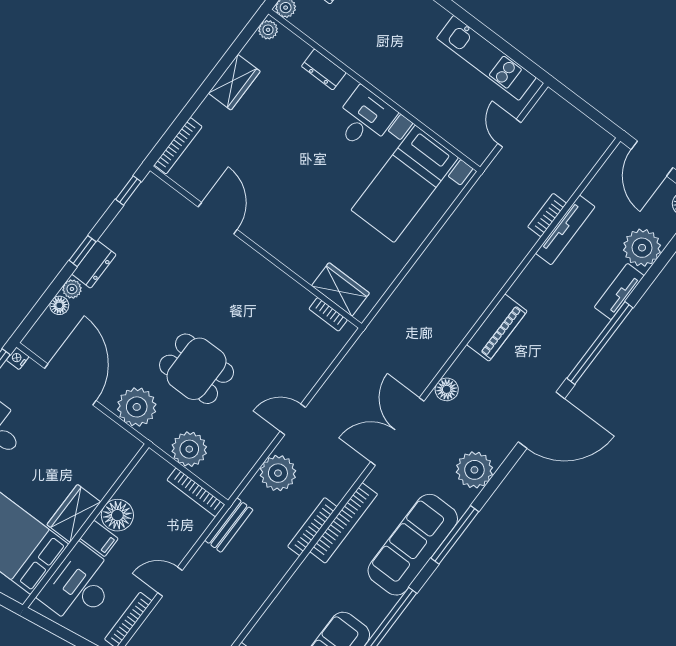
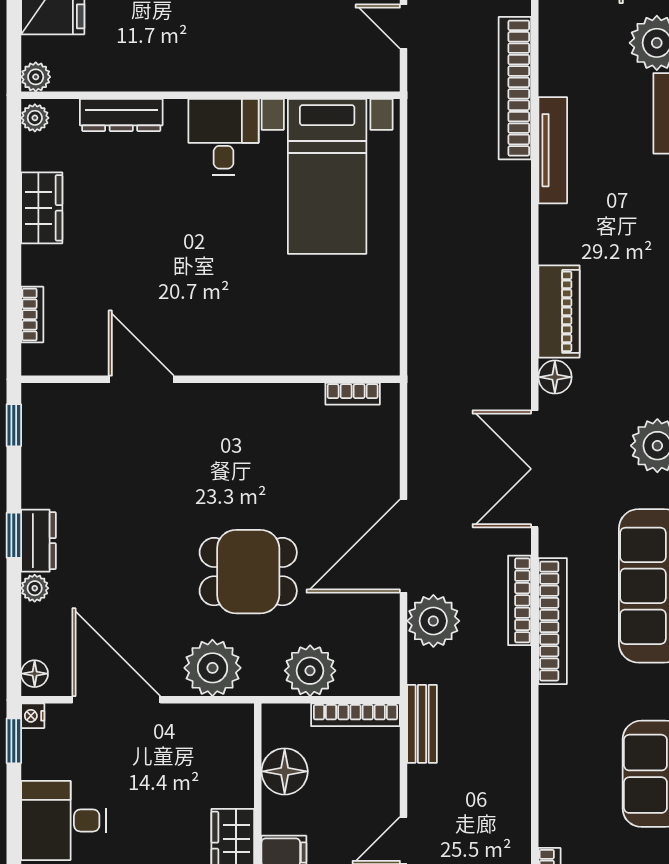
dresser: (324, 69) -> (121, 115), width x1.44
bookcase: (178, 146) -> (32, 315), width x0.64
bookcase: (547, 215) -> (515, 88), width x2.31, depth x1.31
tv unit: (565, 230) -> (553, 150), moved
wardrobe: (340, 289) -> (345, 354), removed
floor lamp: (59, 305) -> (35, 674), moved
piano: (497, 328) -> (559, 311), moved
door: (293, 419) -> (404, 546), width x1.87
floor lamp: (117, 515) -> (285, 771), moved
bookcase: (312, 527) -> (520, 600), moved

